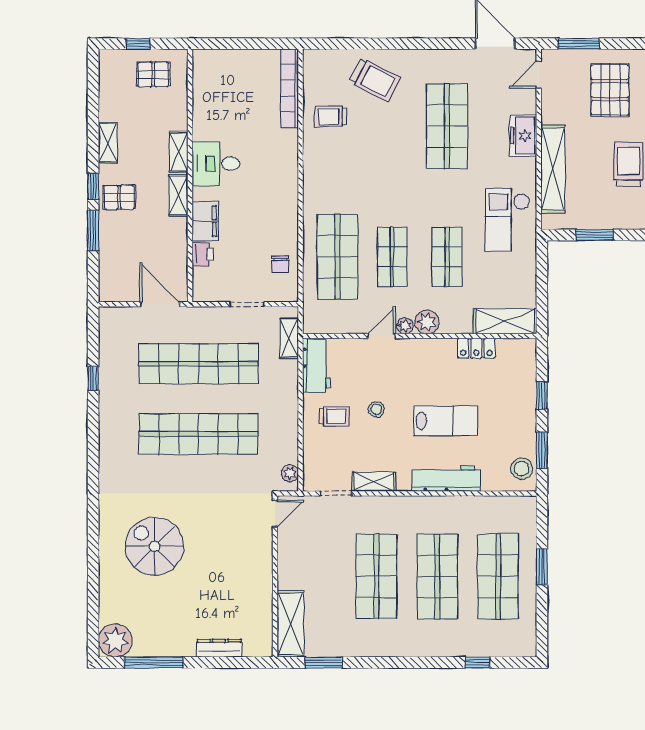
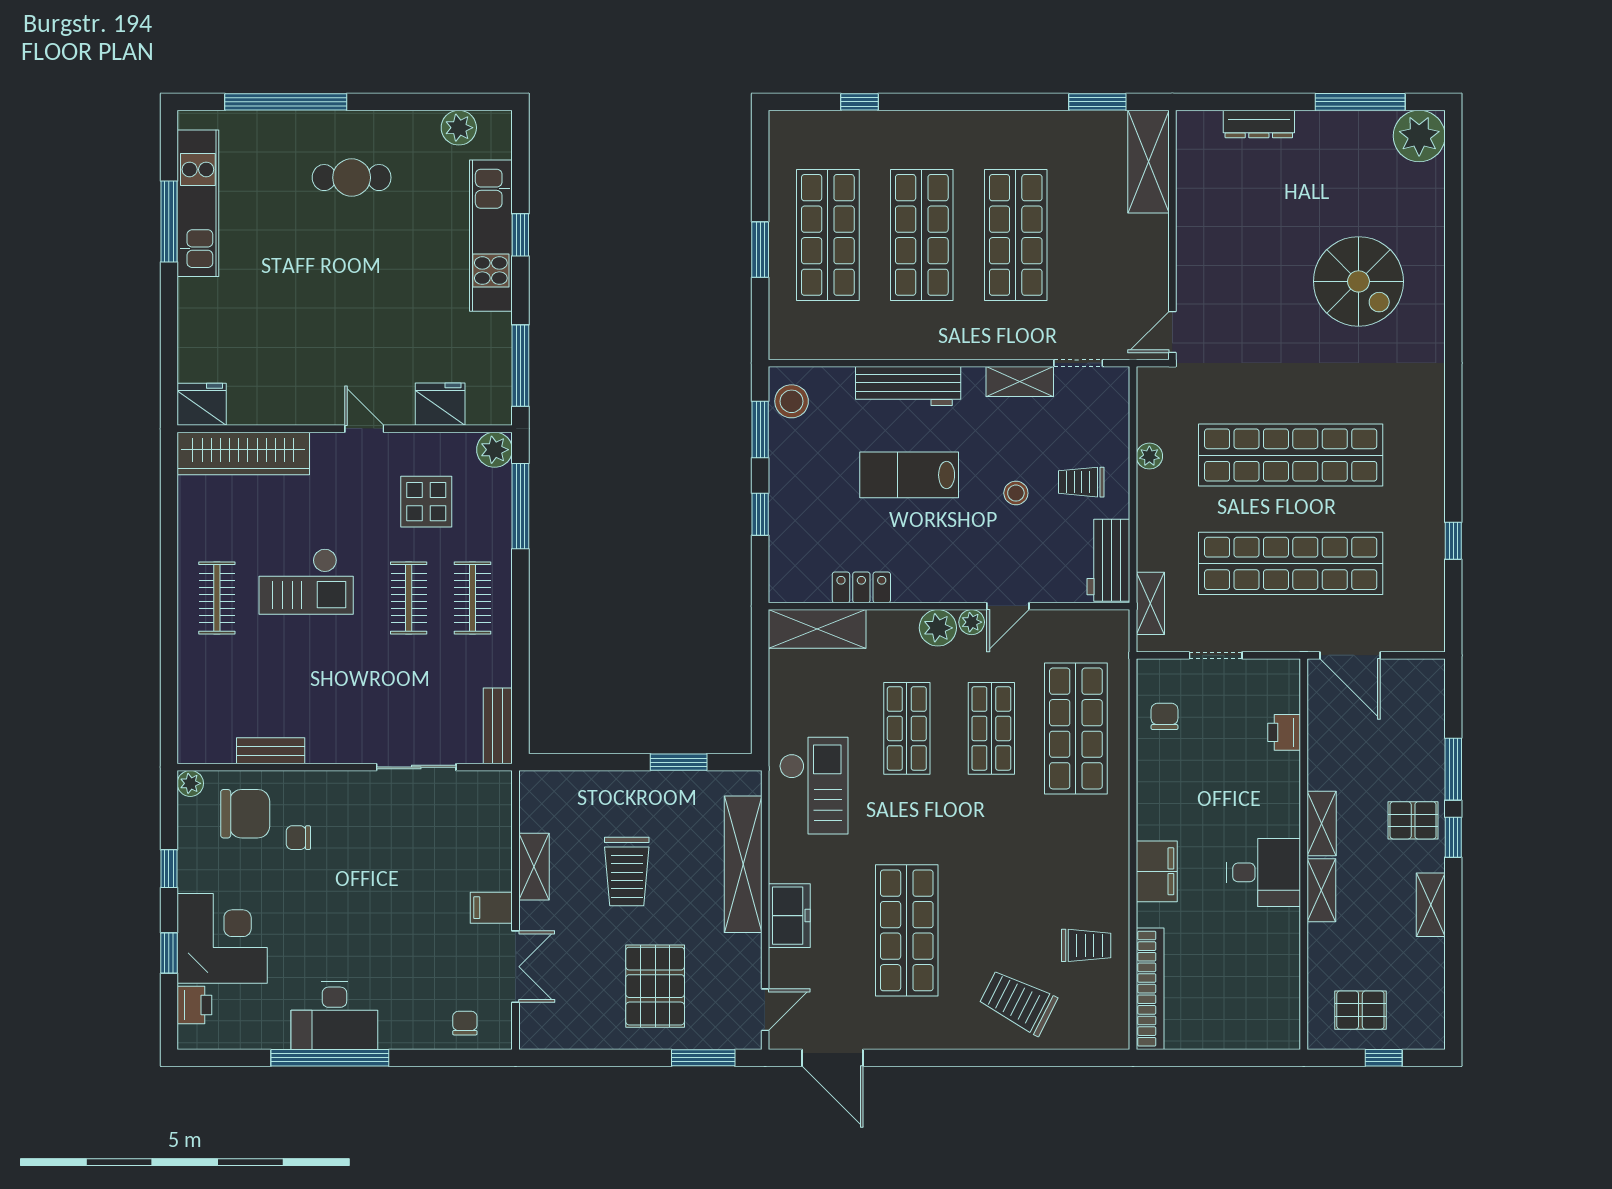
filing cabinet: (205, 221) -> (1157, 871), moved, turned 180
plant: (290, 473) -> (1149, 456), moved

